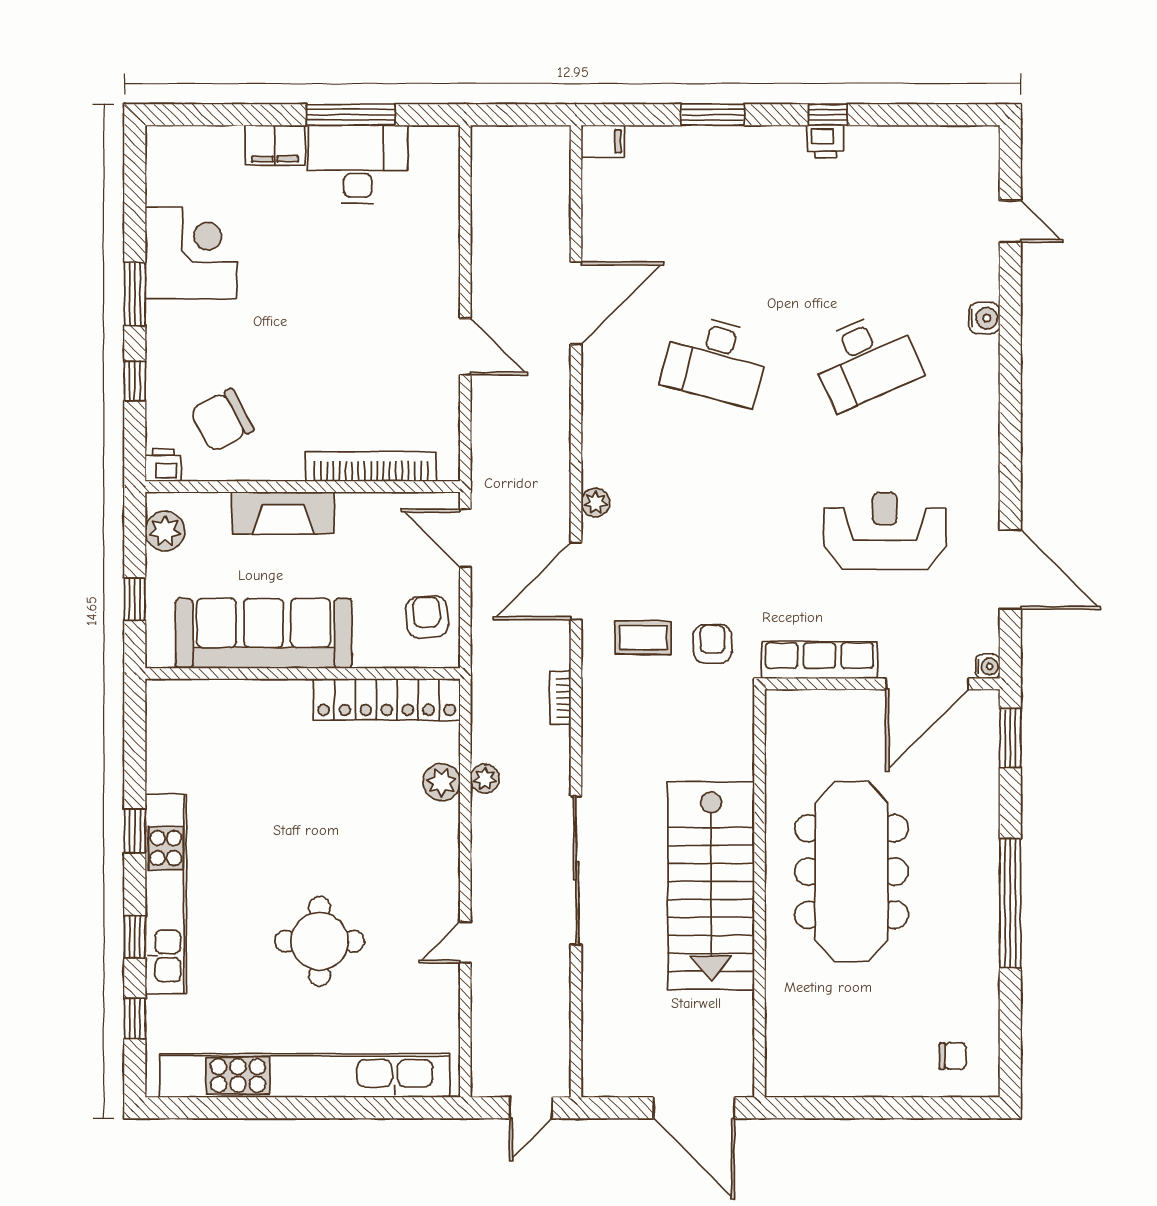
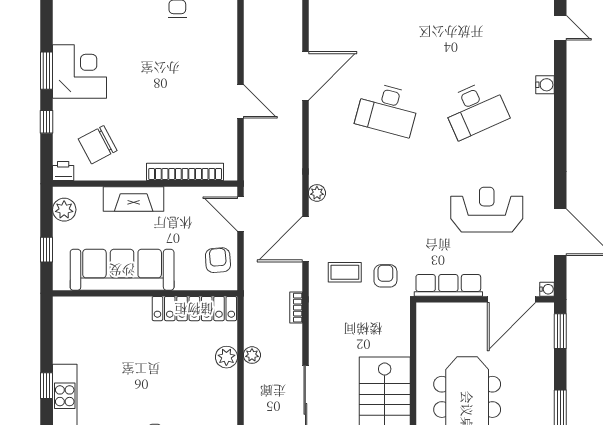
corner desk: (191, 253) -> (80, 71), moved

